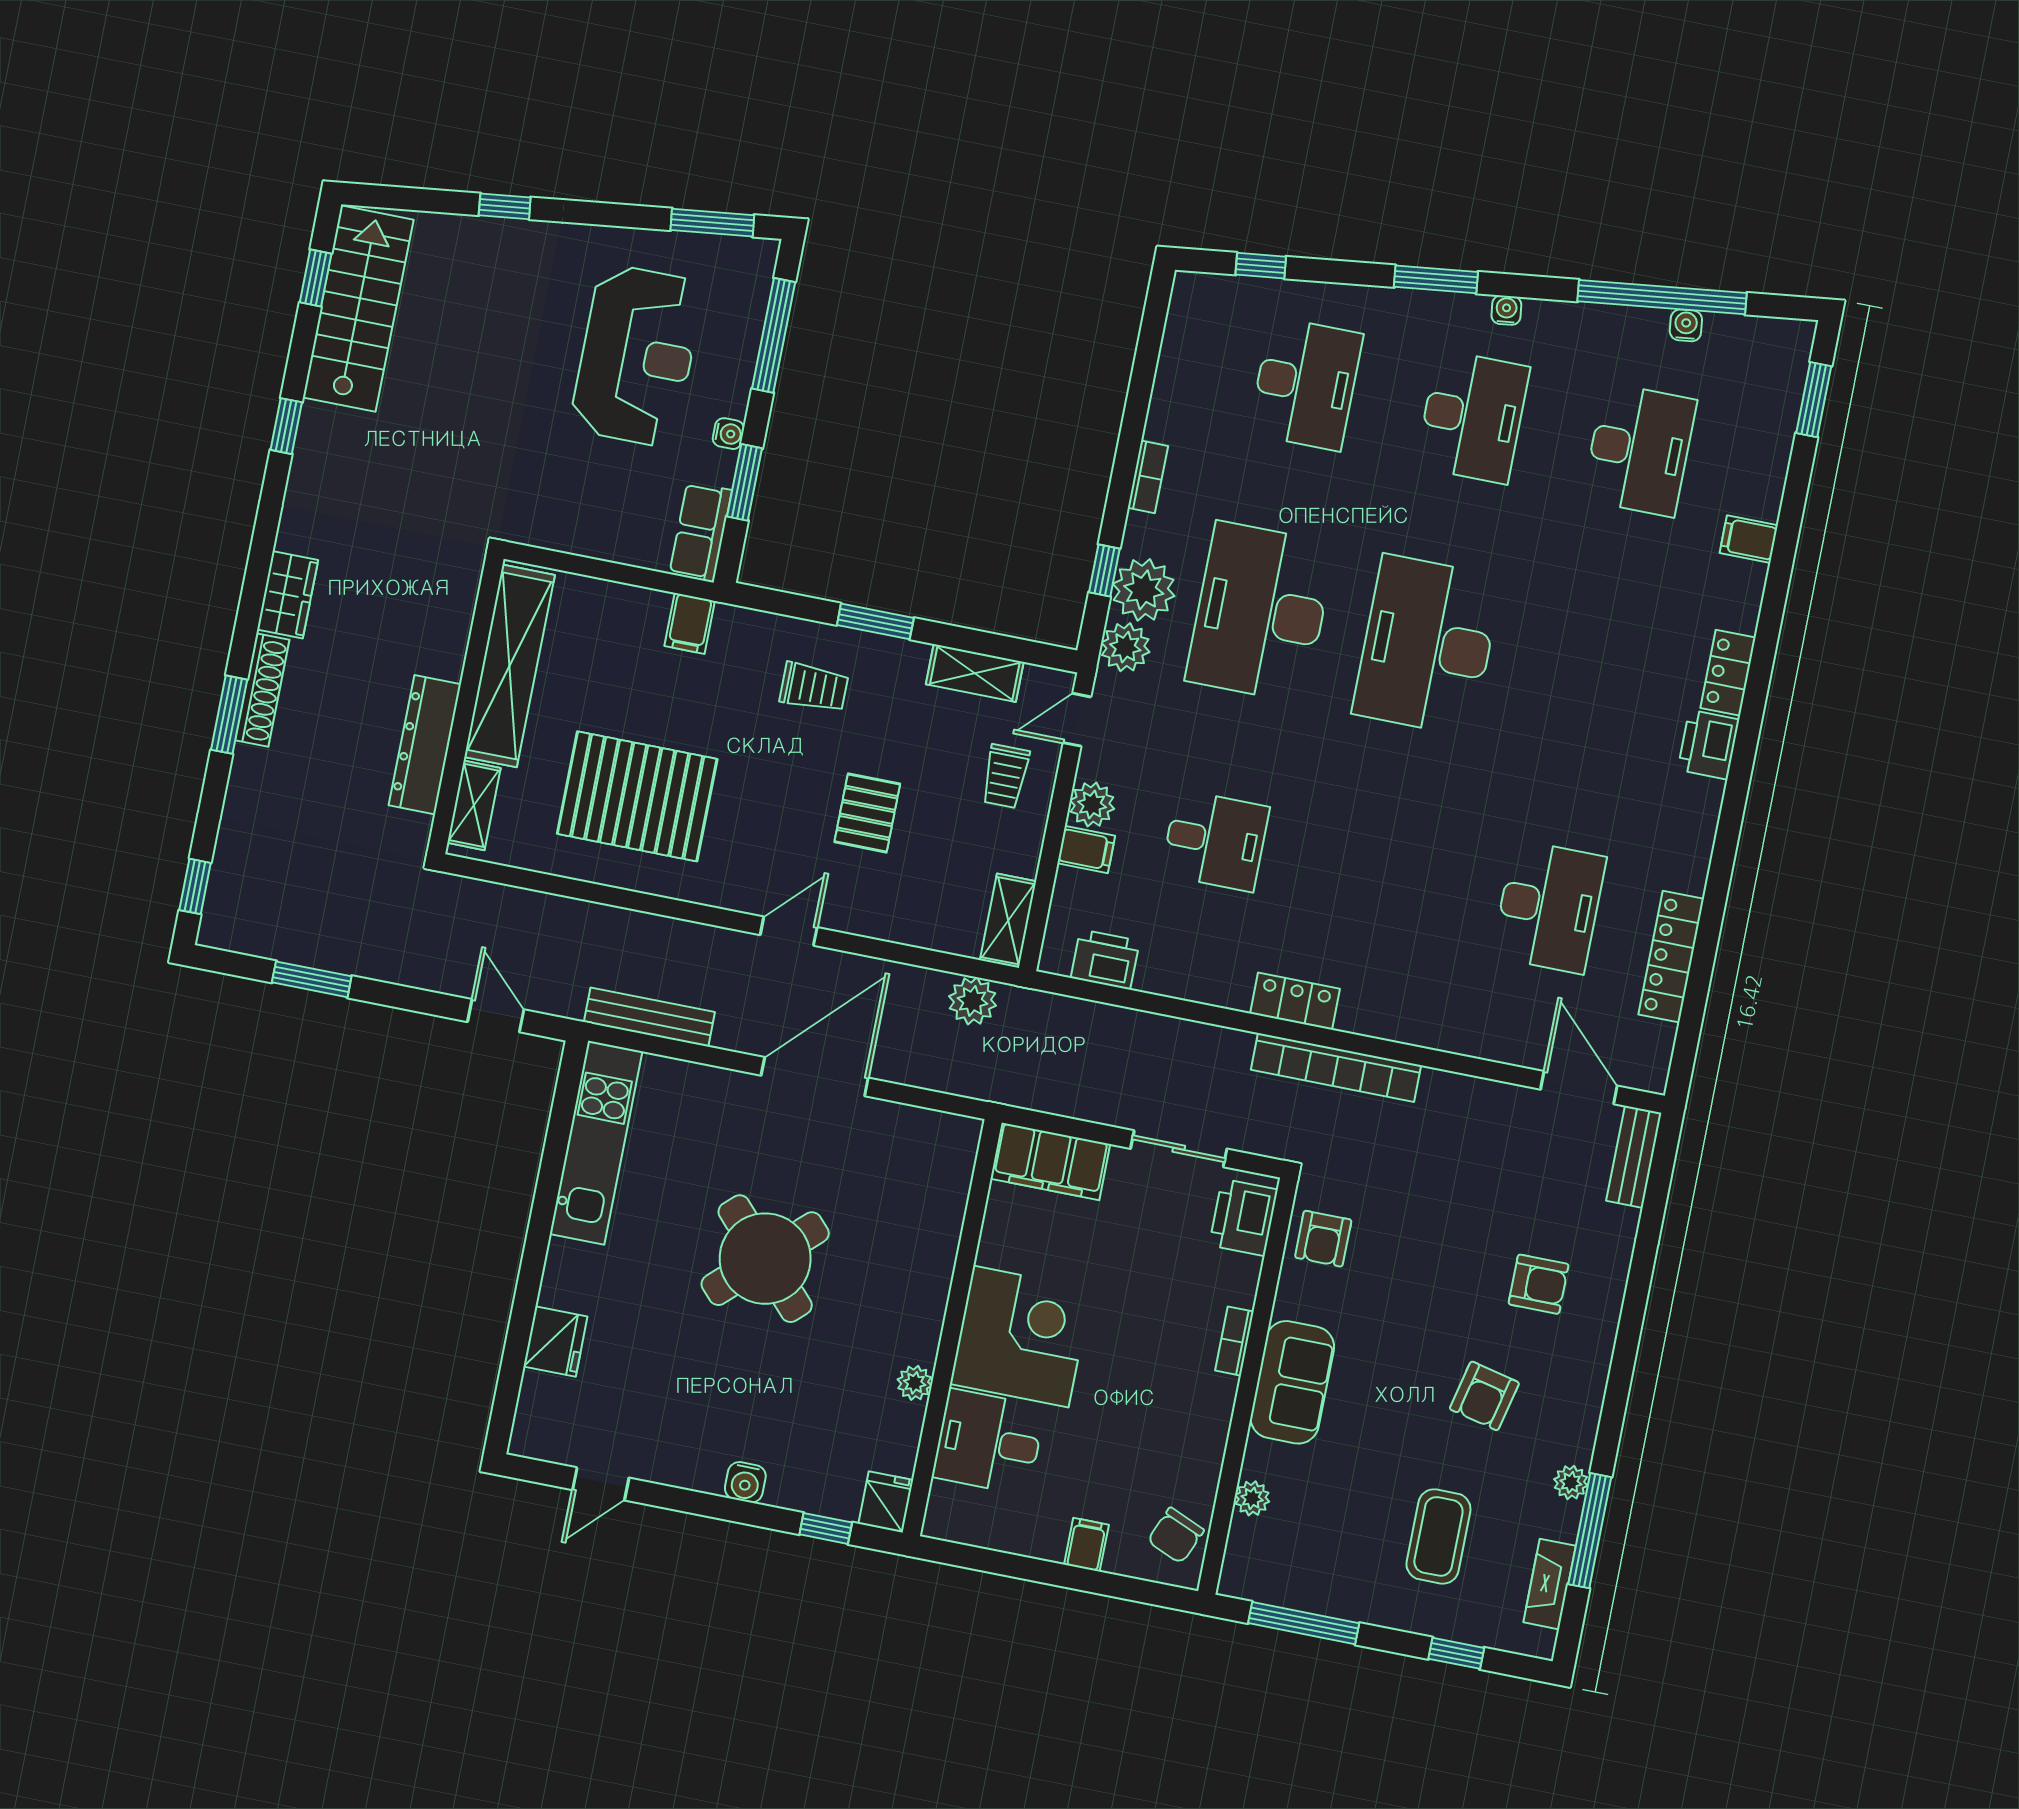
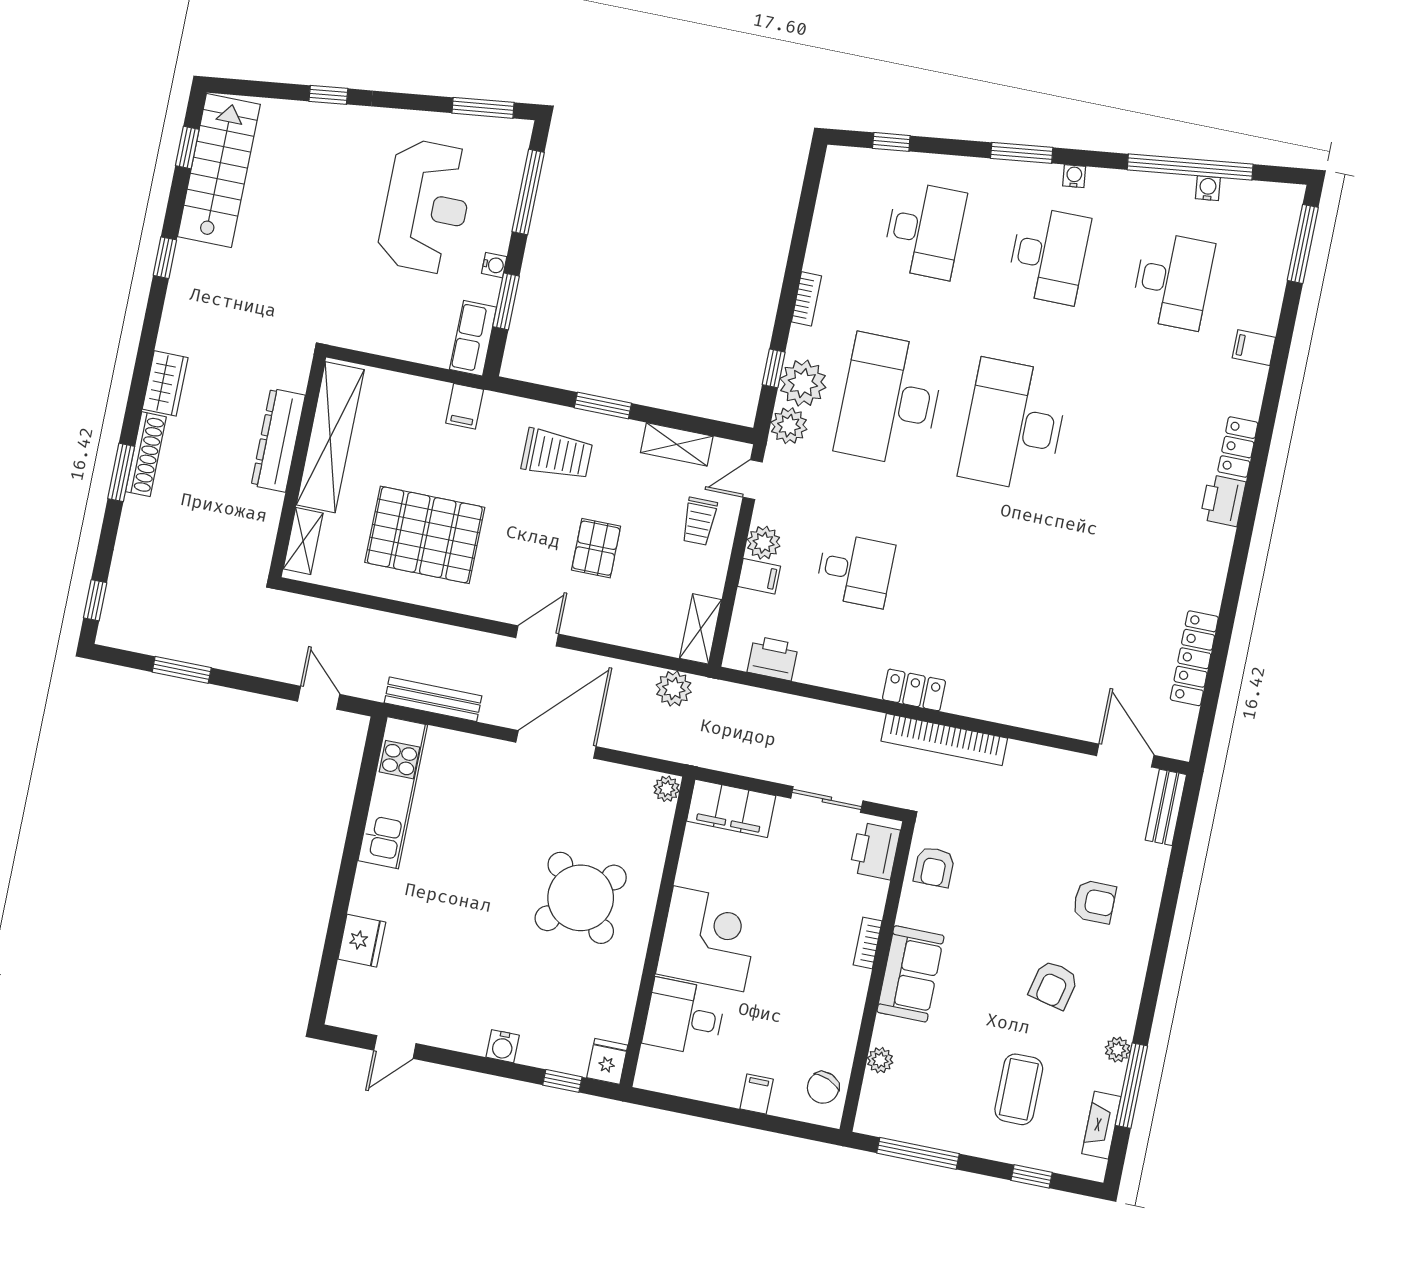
window: (1814, 400) -> (1303, 244), width x1.44
trolley: (814, 687) -> (557, 454), width x1.36, depth x1.39
dresser: (425, 745) -> (278, 440), moved
desk: (1549, 907) -> (1103, 621), removed
round table: (765, 1259) -> (581, 898), moved
plant: (915, 1383) -> (667, 789), moved

